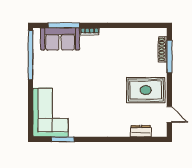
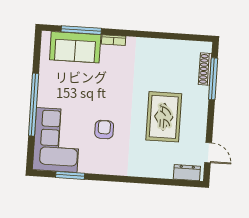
window: (30, 55) -> (34, 105), moved
rug: (146, 90) -> (164, 117), moved, turned 90
armchair: (87, 102) -> (104, 130), added
dresser: (141, 131) -> (187, 173), moved

